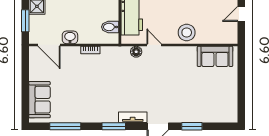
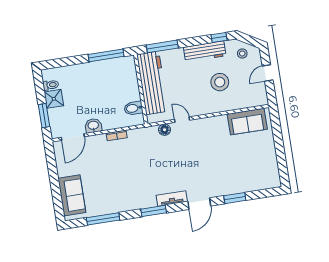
stool: (187, 33) -> (220, 82), moved
door: (49, 45) -> (73, 137), hinge flipped

